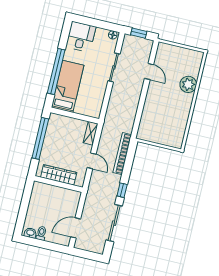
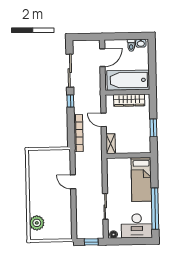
desk: (81, 37) -> (137, 226), width x1.37
window: (56, 72) -> (155, 209), moved
door: (149, 72) -> (73, 182), moved
plant: (188, 84) -> (37, 223), moved
window: (40, 138) -> (153, 128), width x0.47
bathtub: (54, 197) -> (128, 80), added

